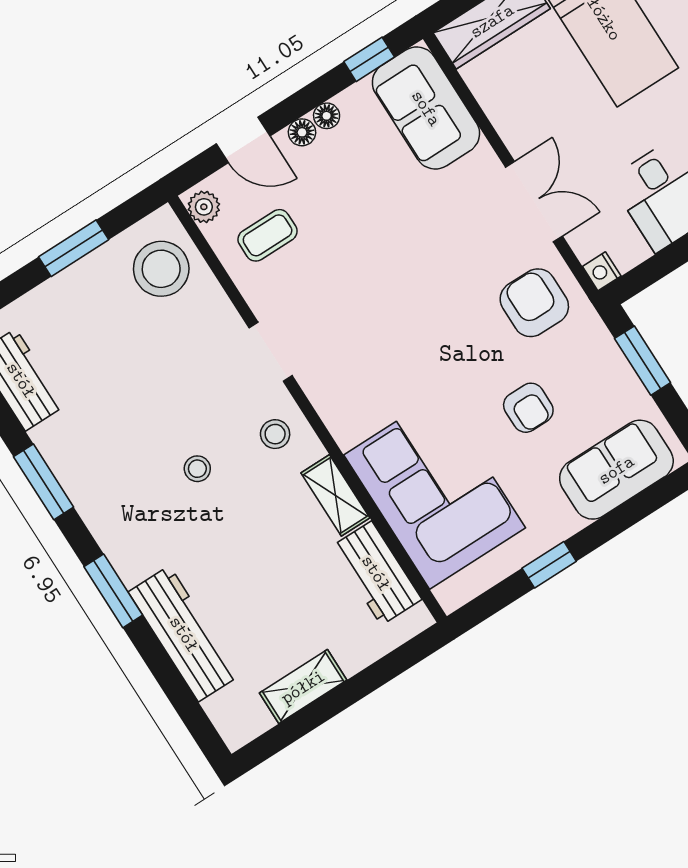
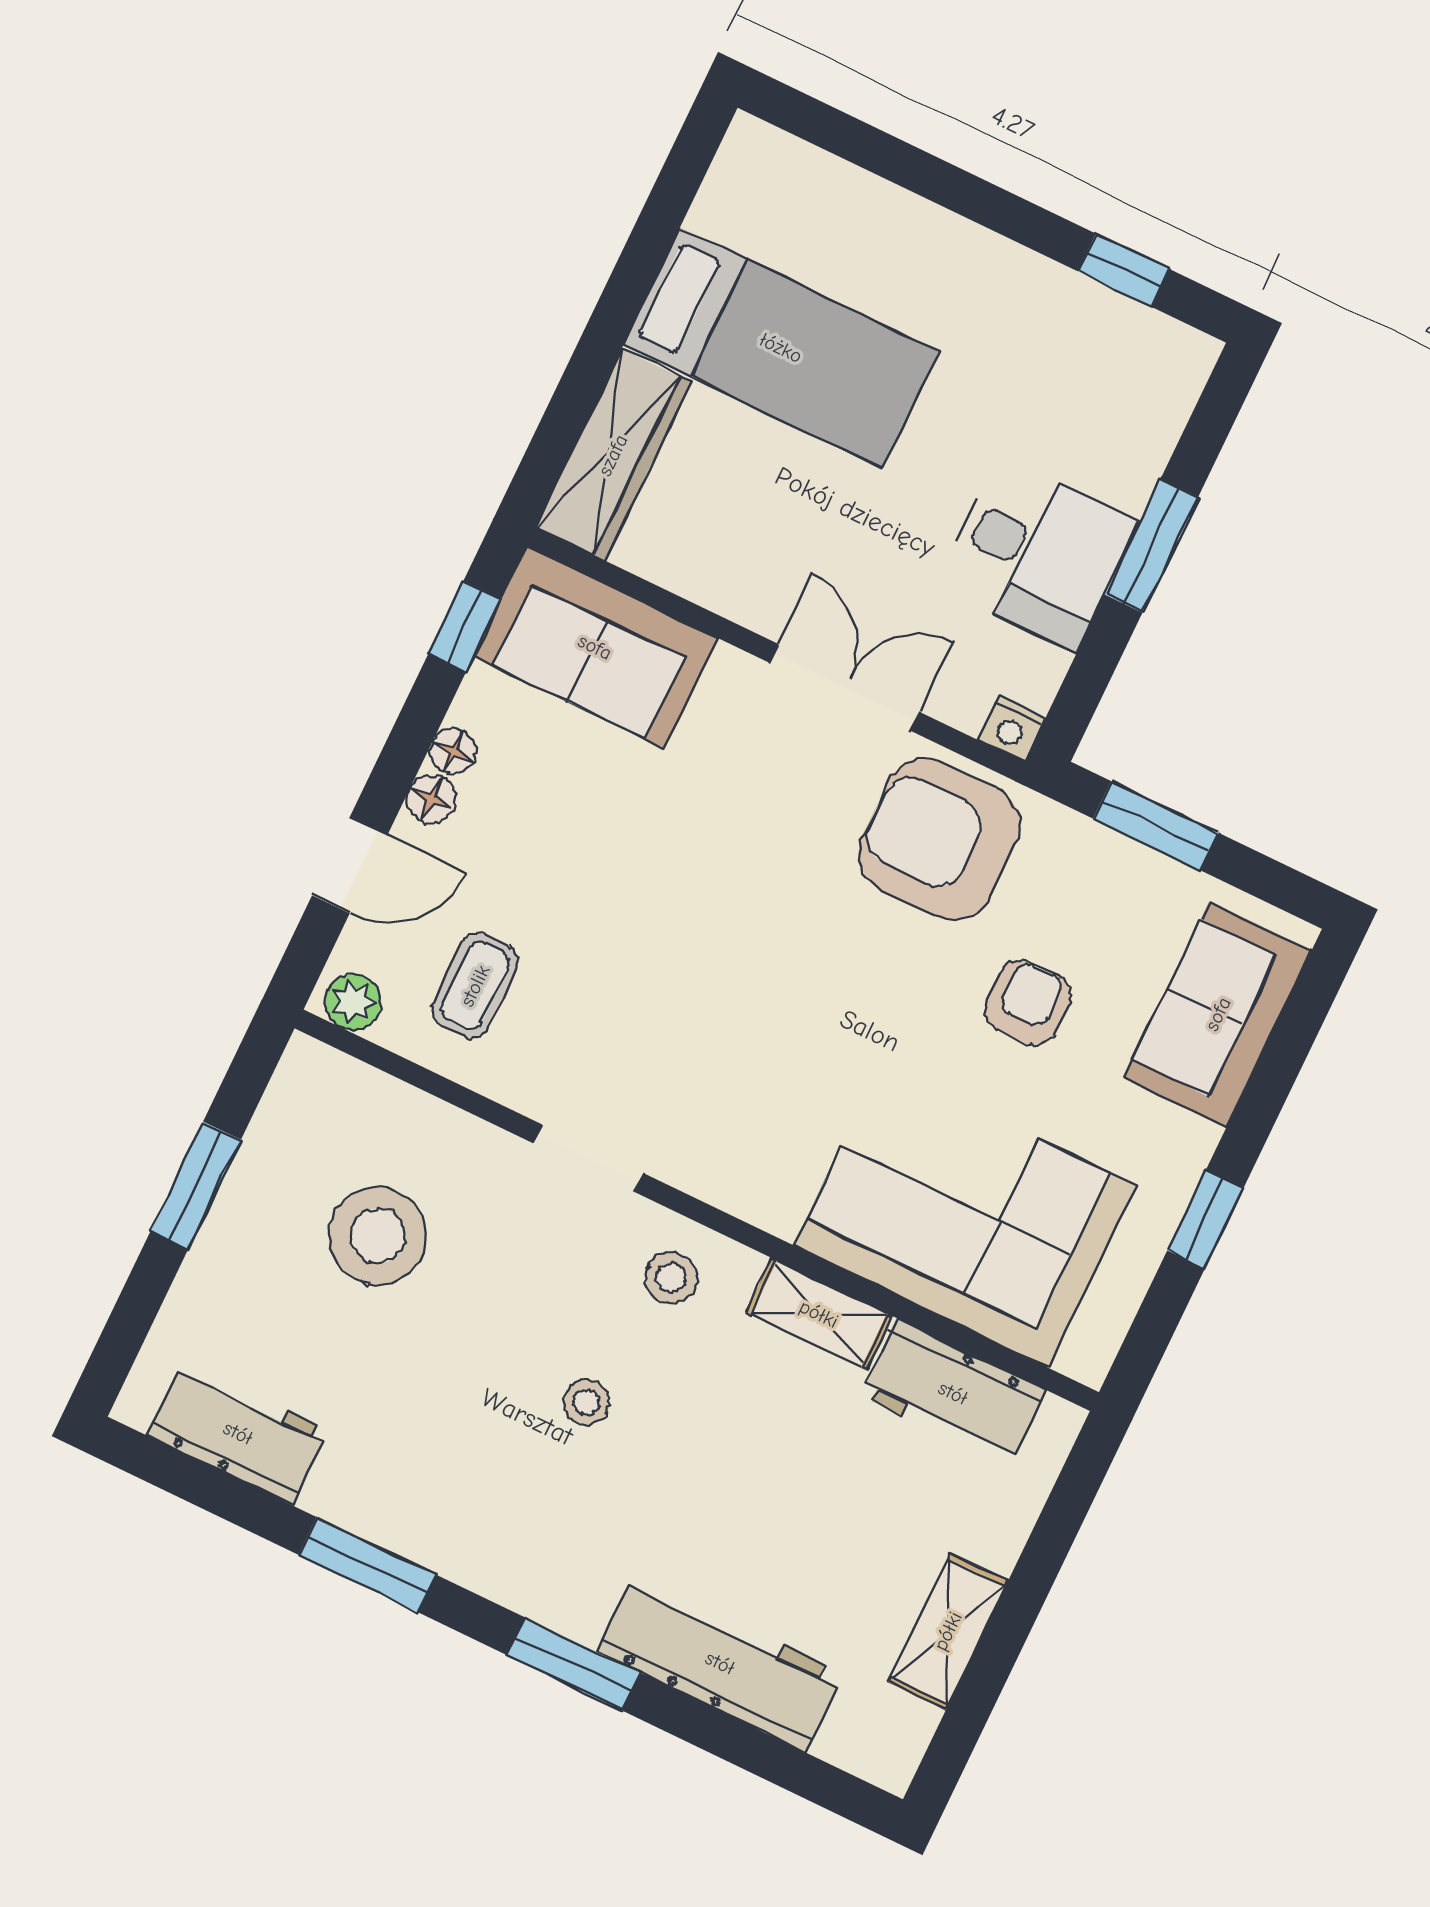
stool: (161, 269) -> (378, 1236), moved
armchair: (534, 303) -> (939, 839), width x1.36, depth x1.36
armchair: (528, 408) -> (1028, 1003), turned -90

